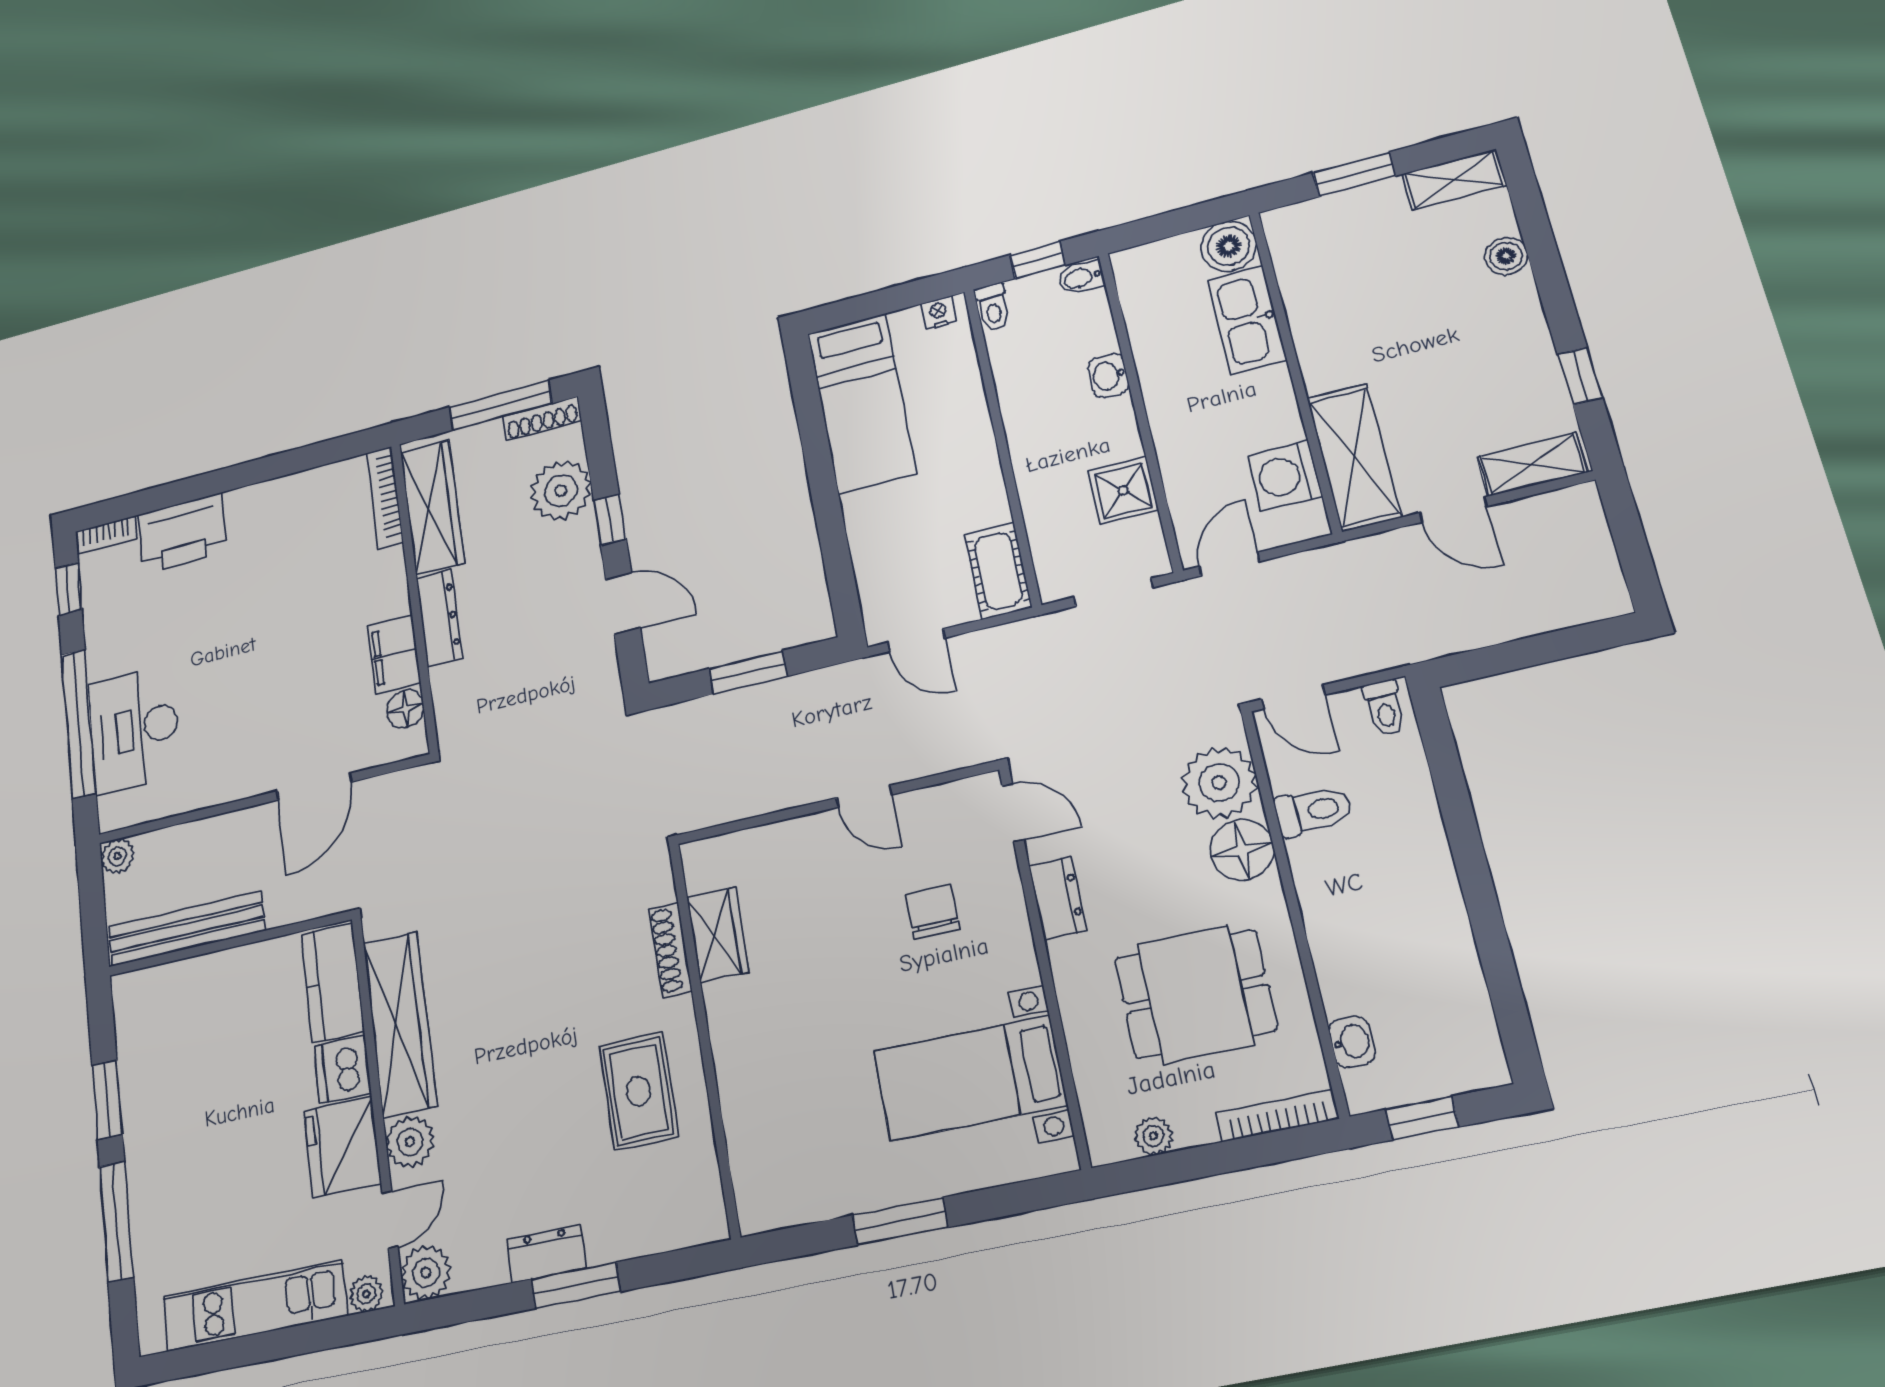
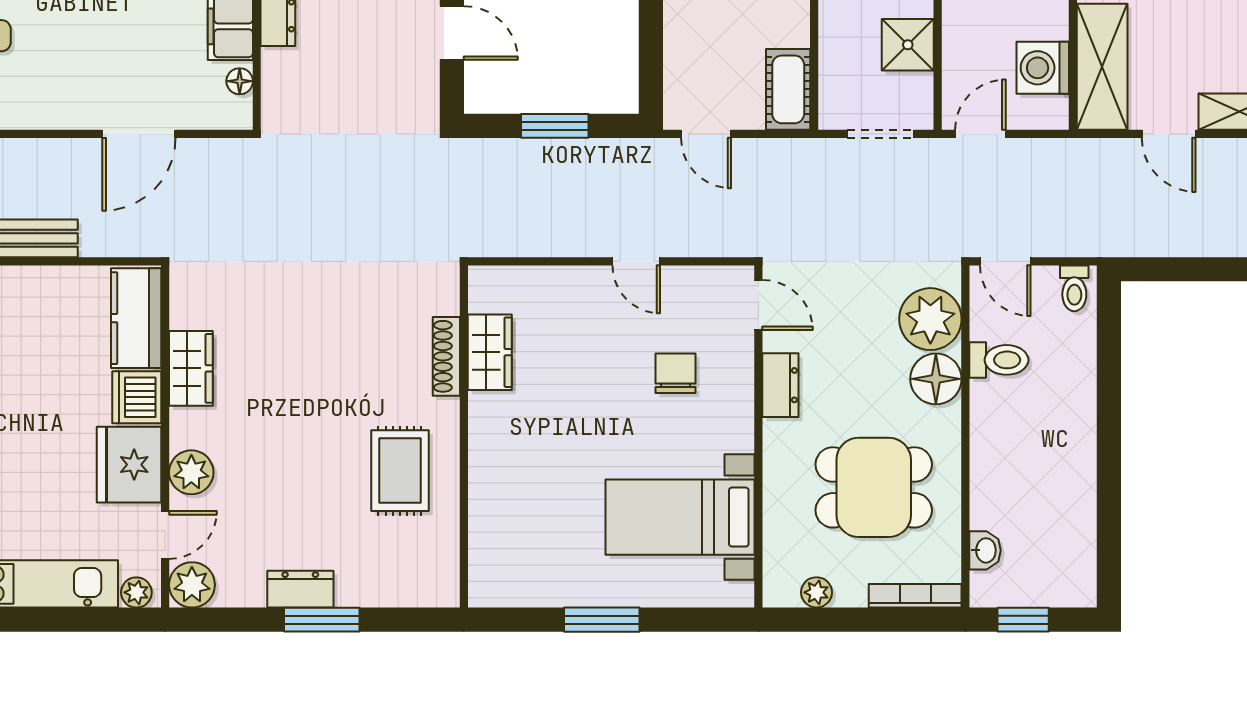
floor lamp: (405, 709) -> (240, 81), width x0.73, depth x0.73
wardrobe: (400, 1024) -> (191, 368), width x0.48, depth x0.85

